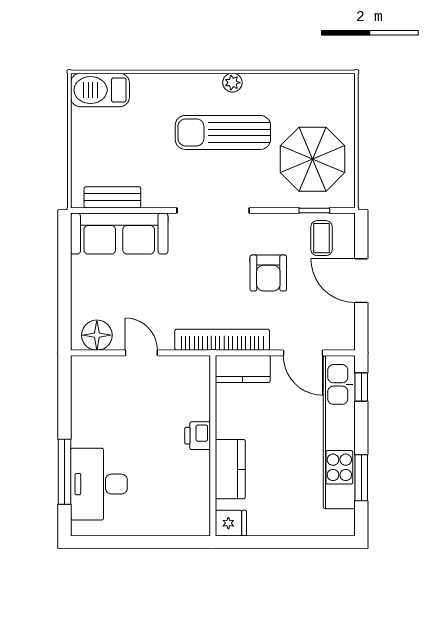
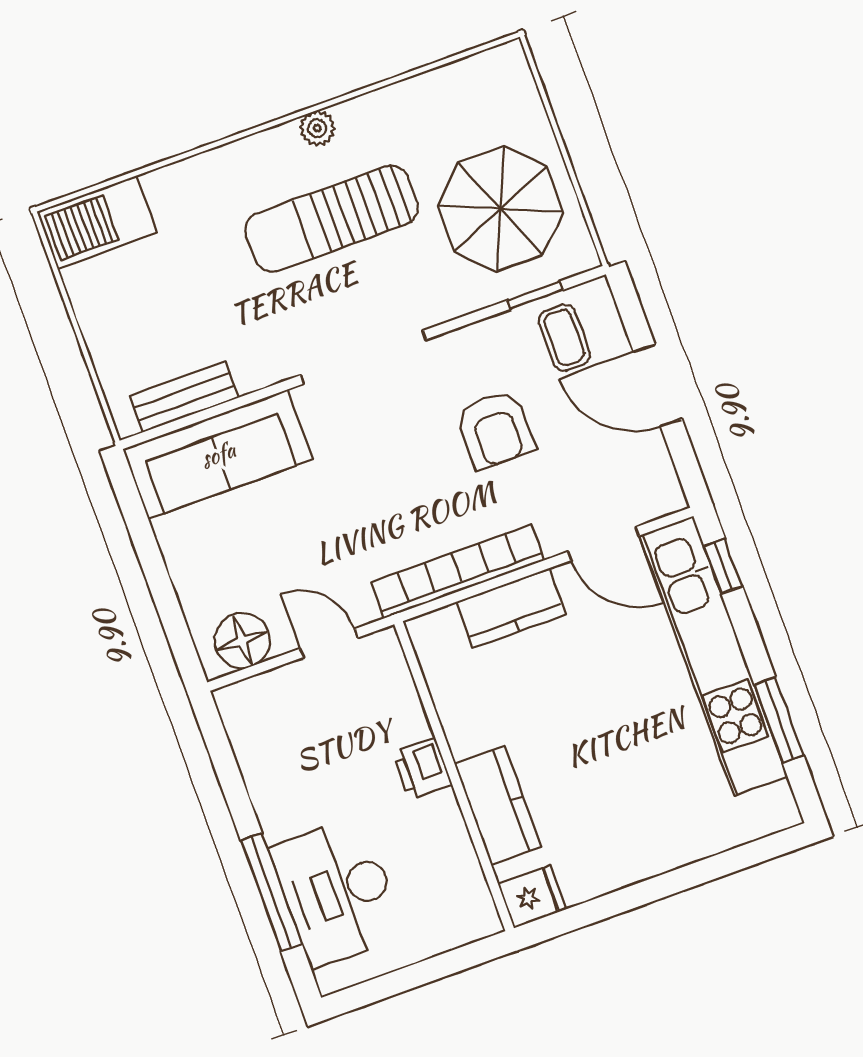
printer: (198, 436) -> (422, 768), moved
wall: (213, 446) -> (454, 776), moved
kitchen counter: (230, 469) -> (498, 805), moved
fridge: (231, 523) -> (532, 897), moved

